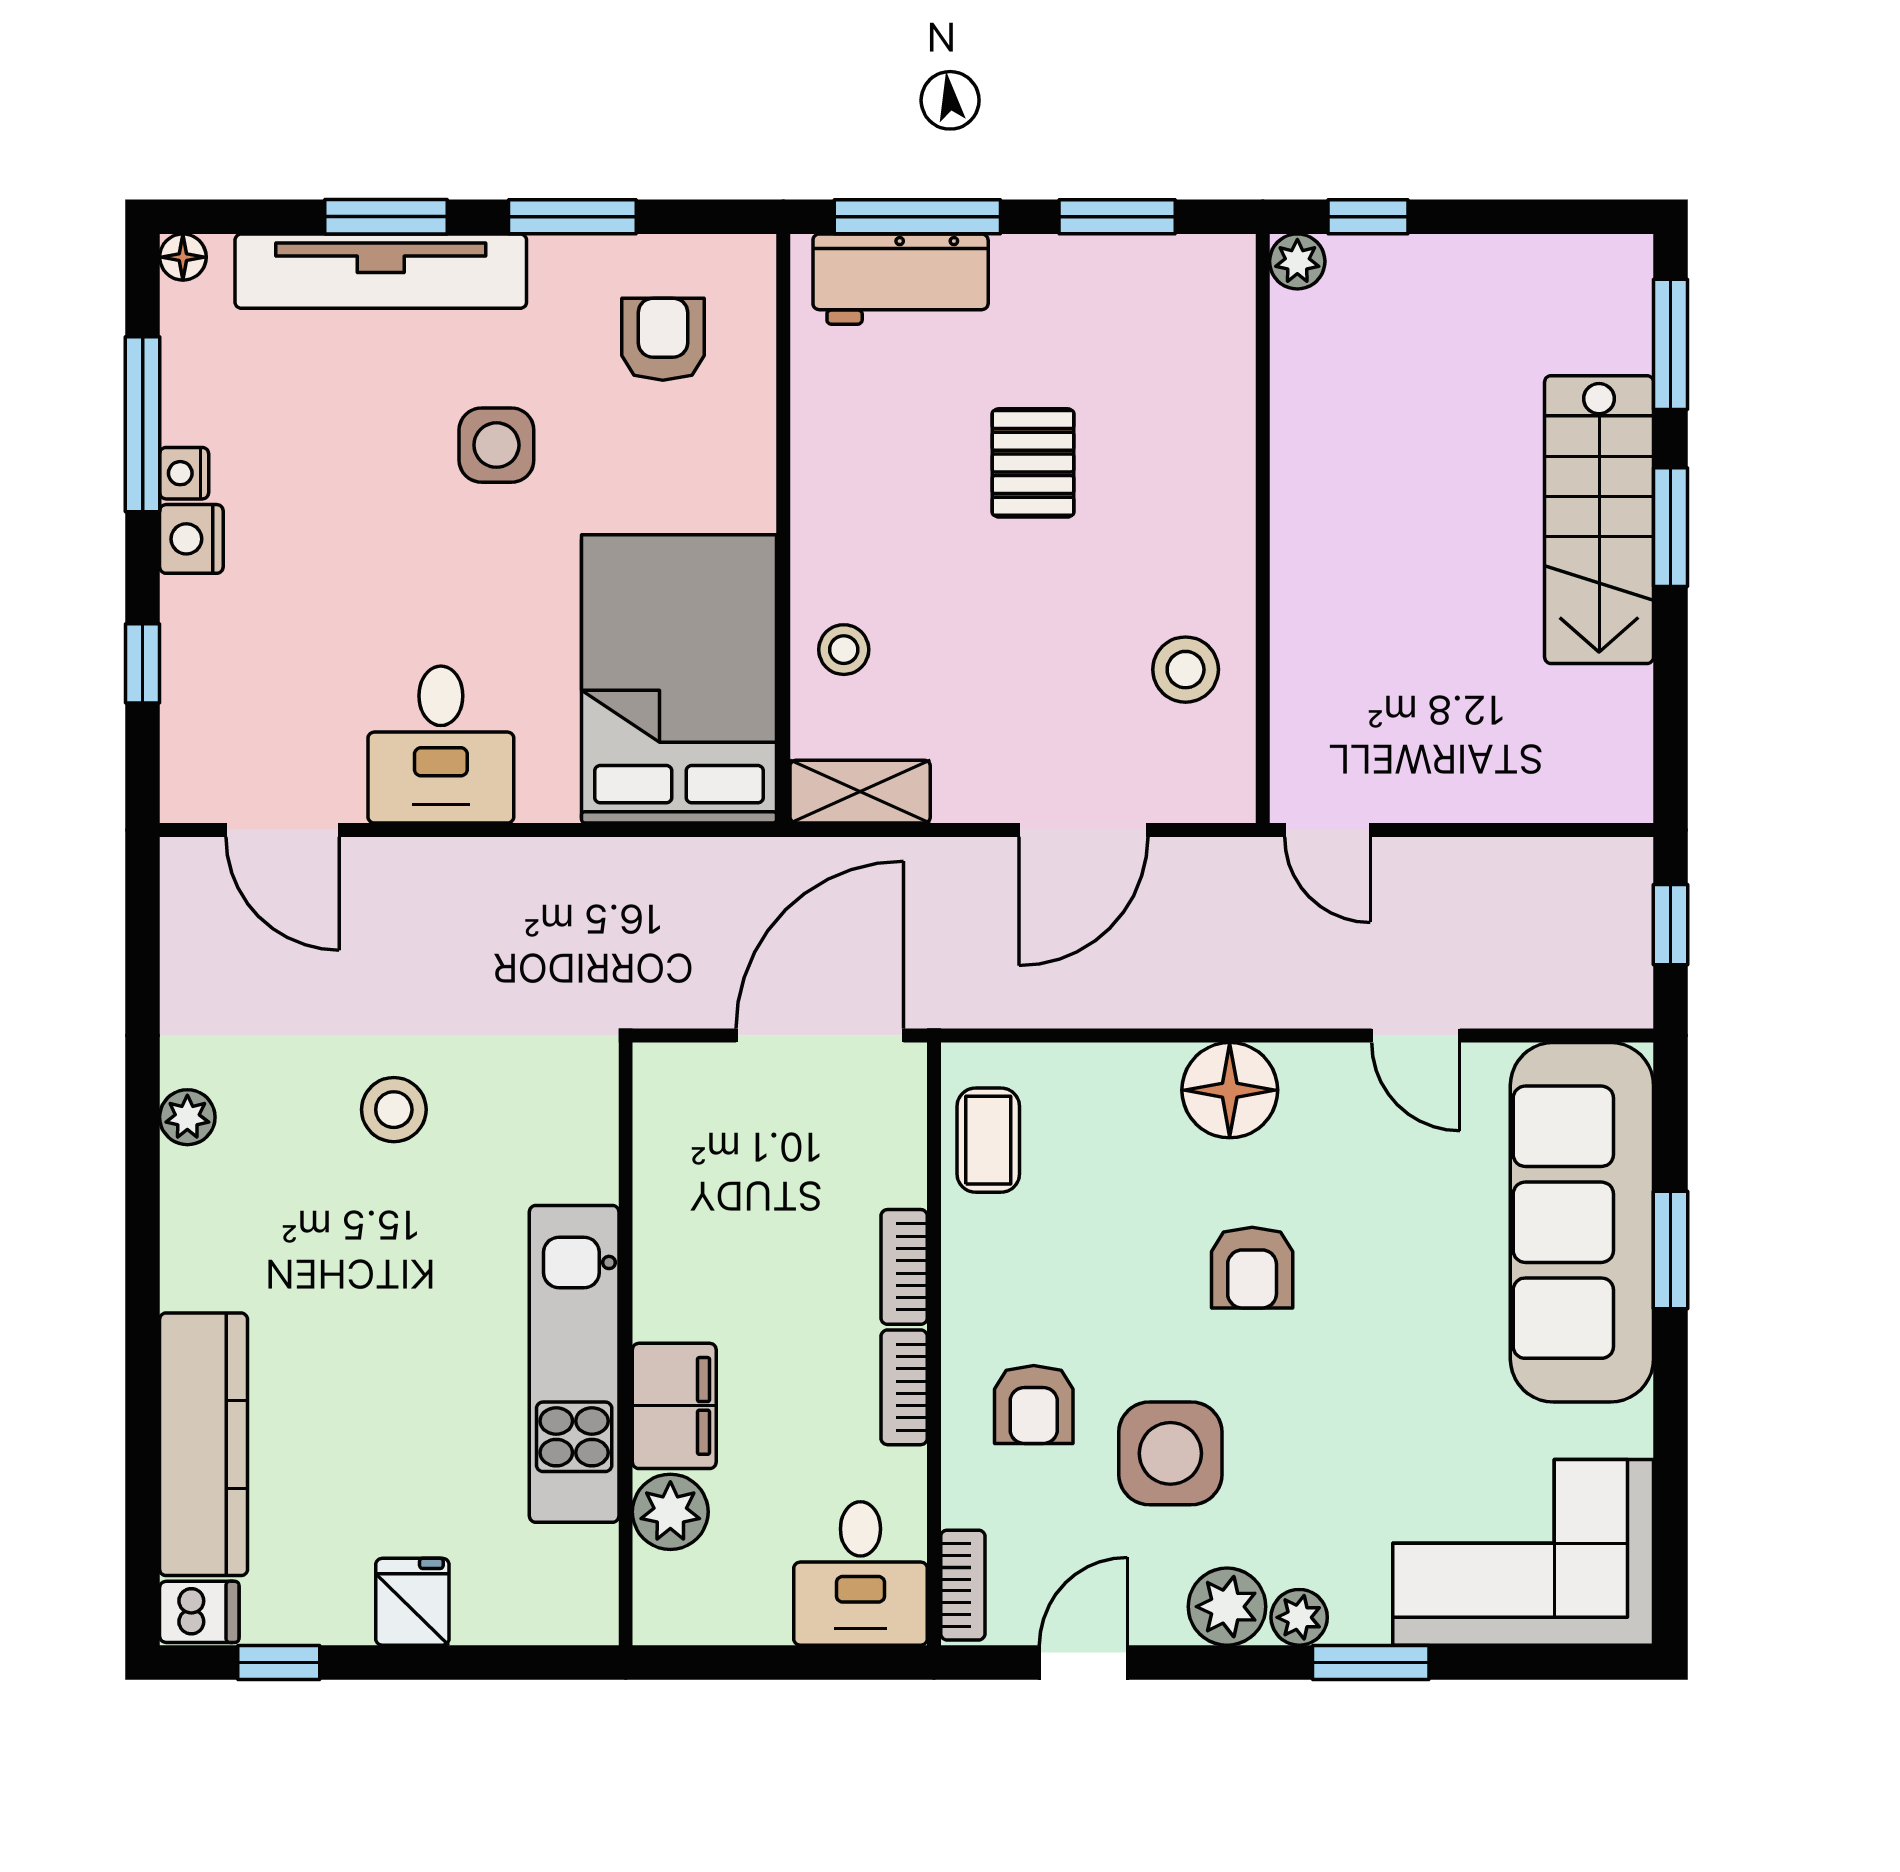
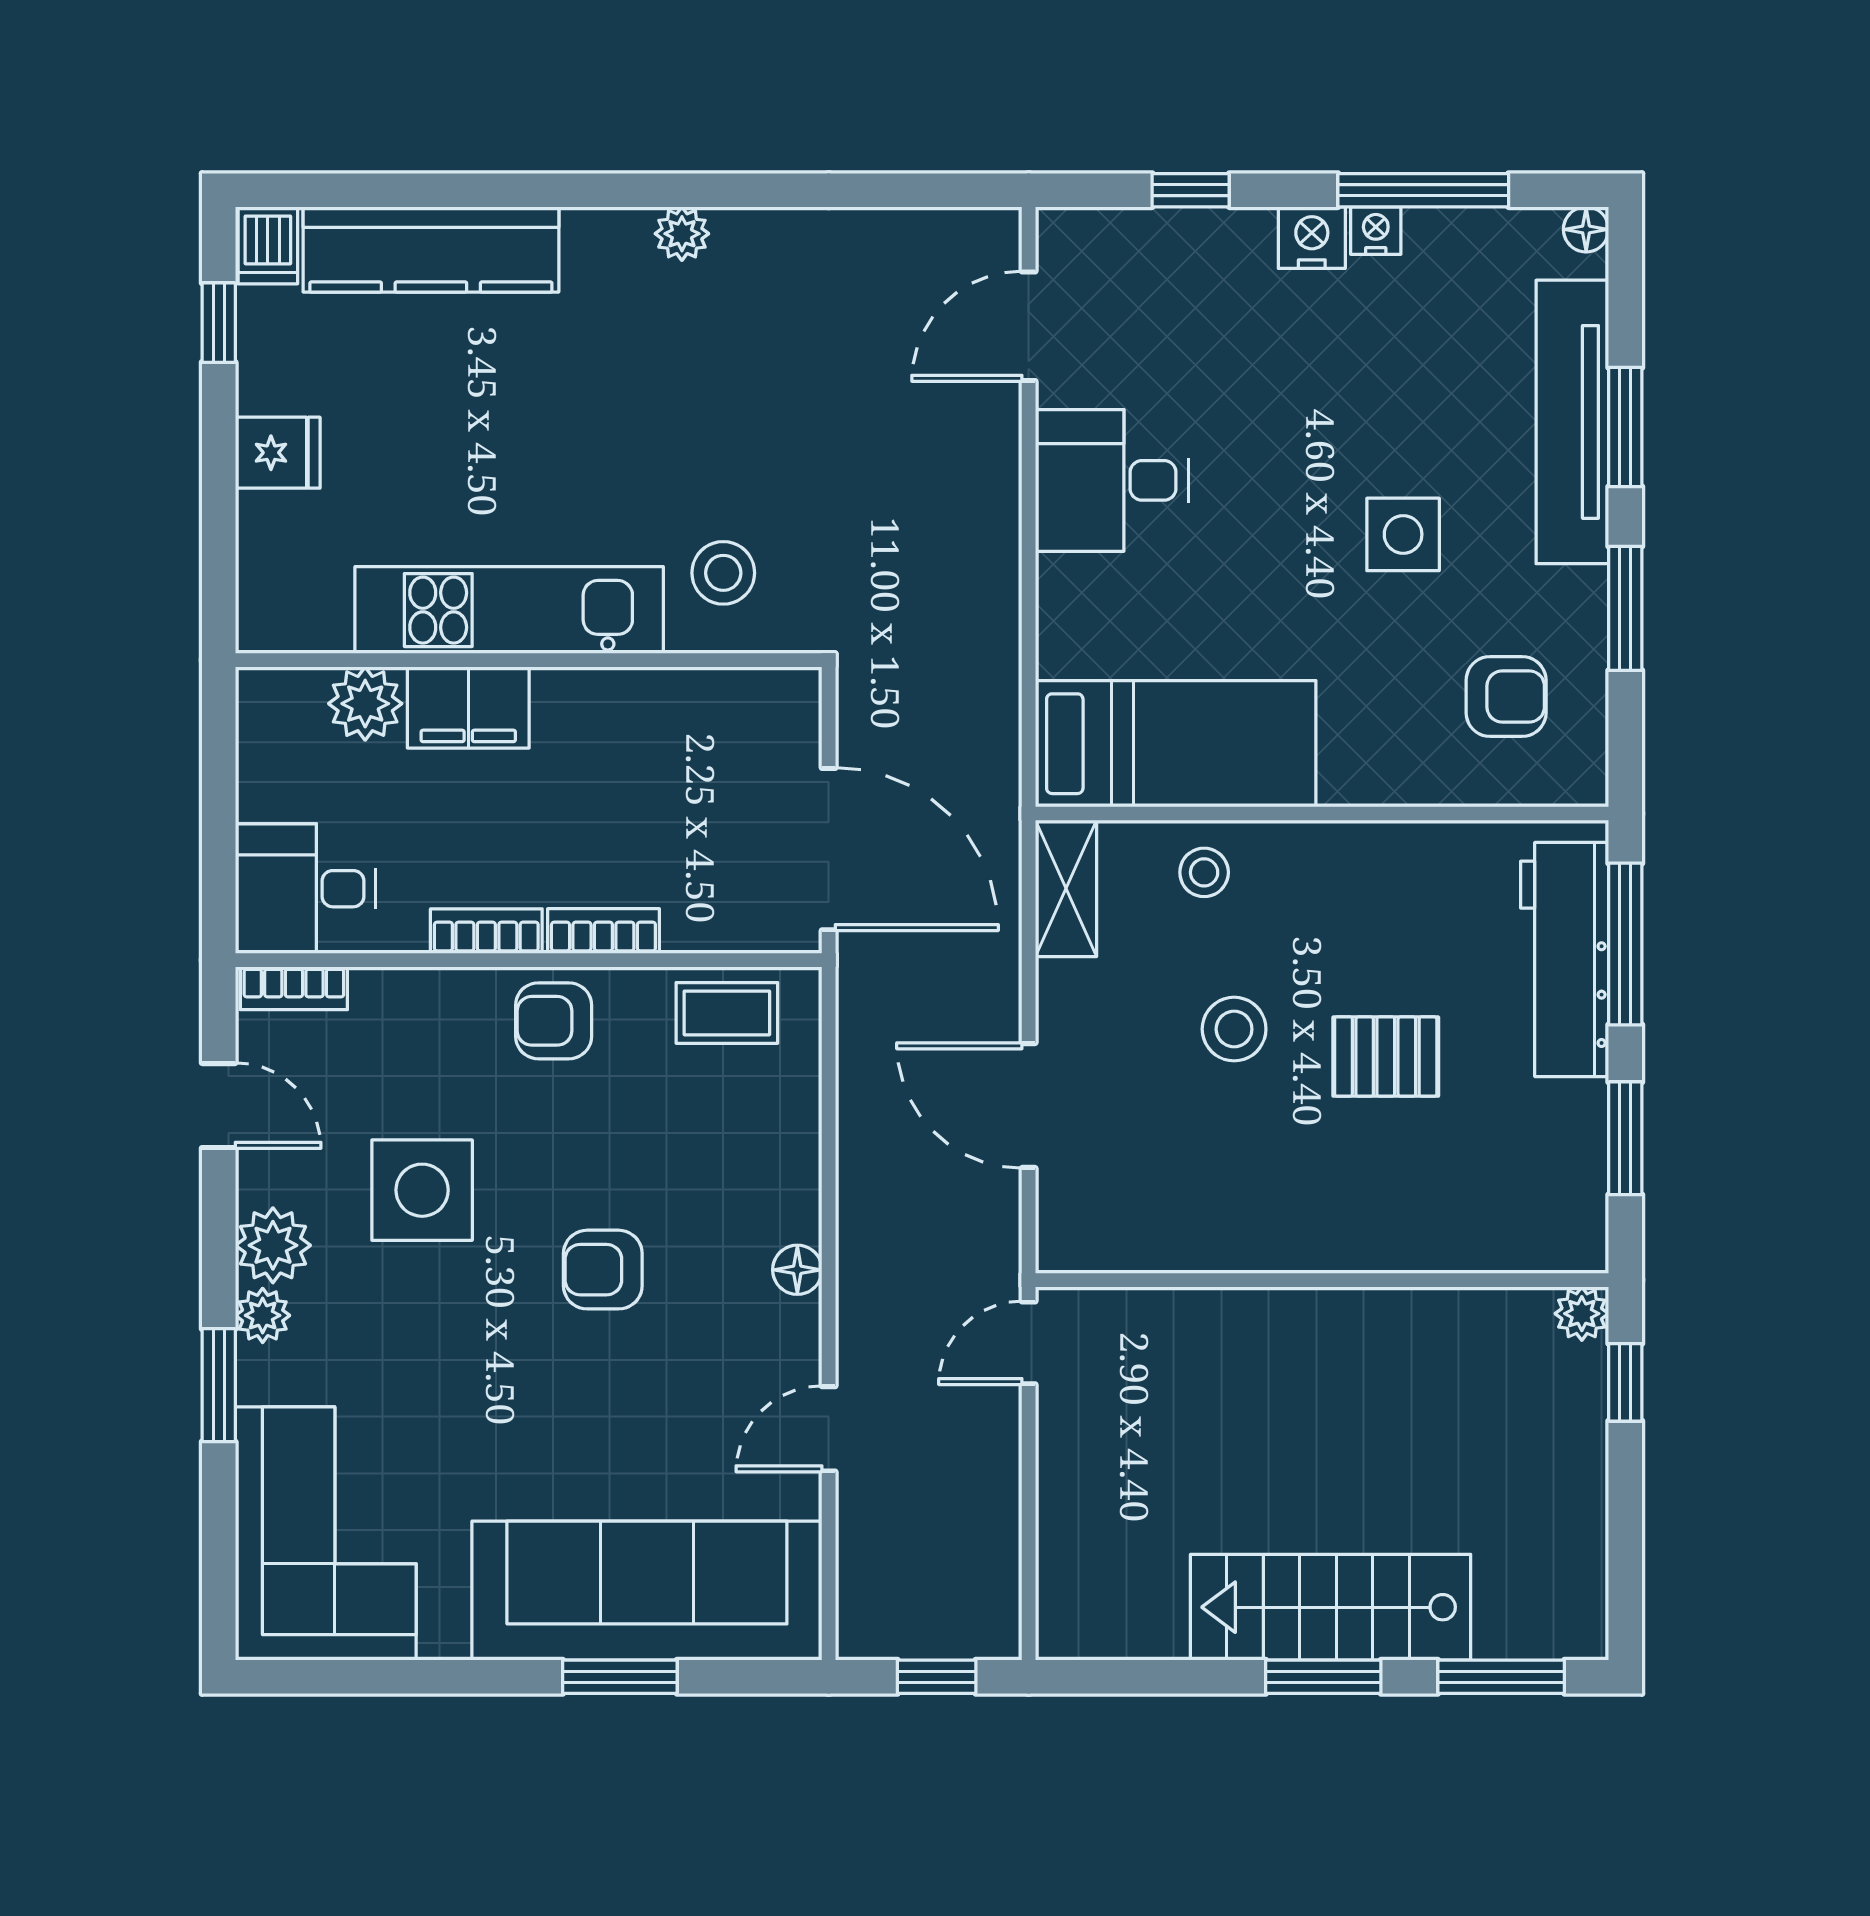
workbench: (901, 279) -> (1565, 960), width x1.38
stool: (1186, 670) -> (1234, 1029), moved
bed: (679, 679) -> (1176, 744), width x0.67
floor lamp: (1230, 1090) -> (797, 1270), width x0.53, depth x0.53
stool: (394, 1110) -> (723, 573), moved
plant: (187, 1117) -> (682, 234), moved
armchair: (1034, 1405) -> (554, 1021), moved

